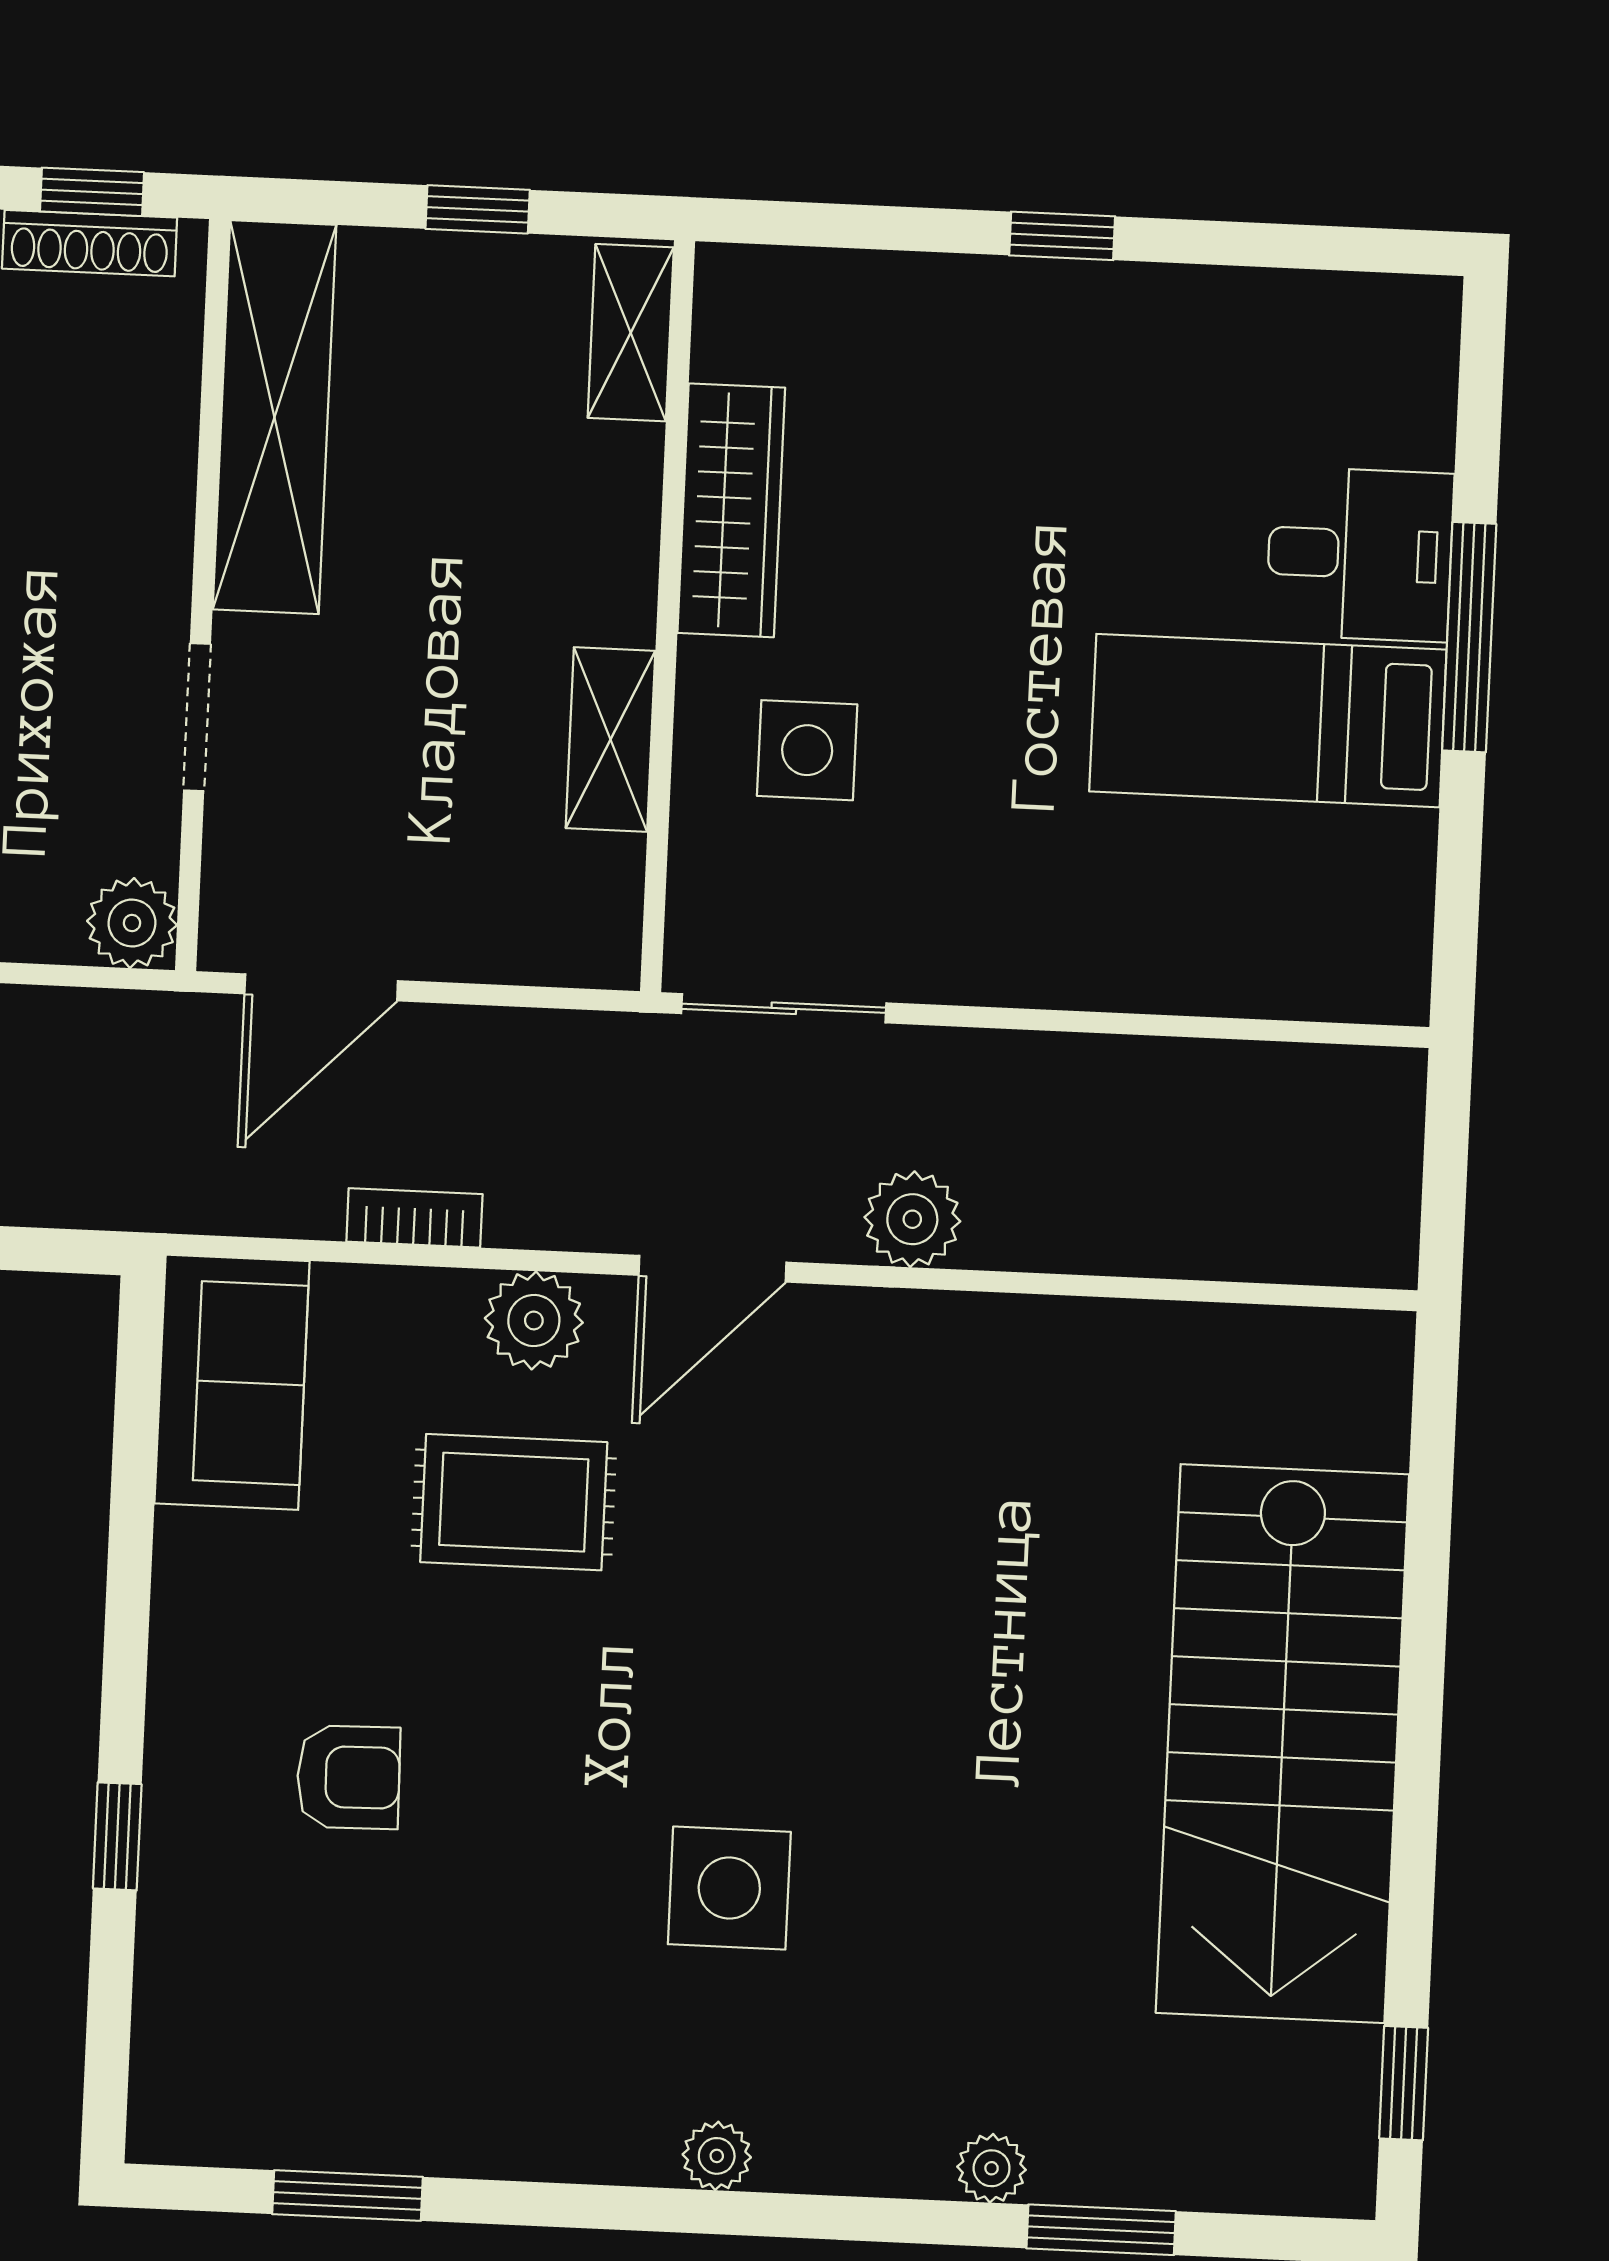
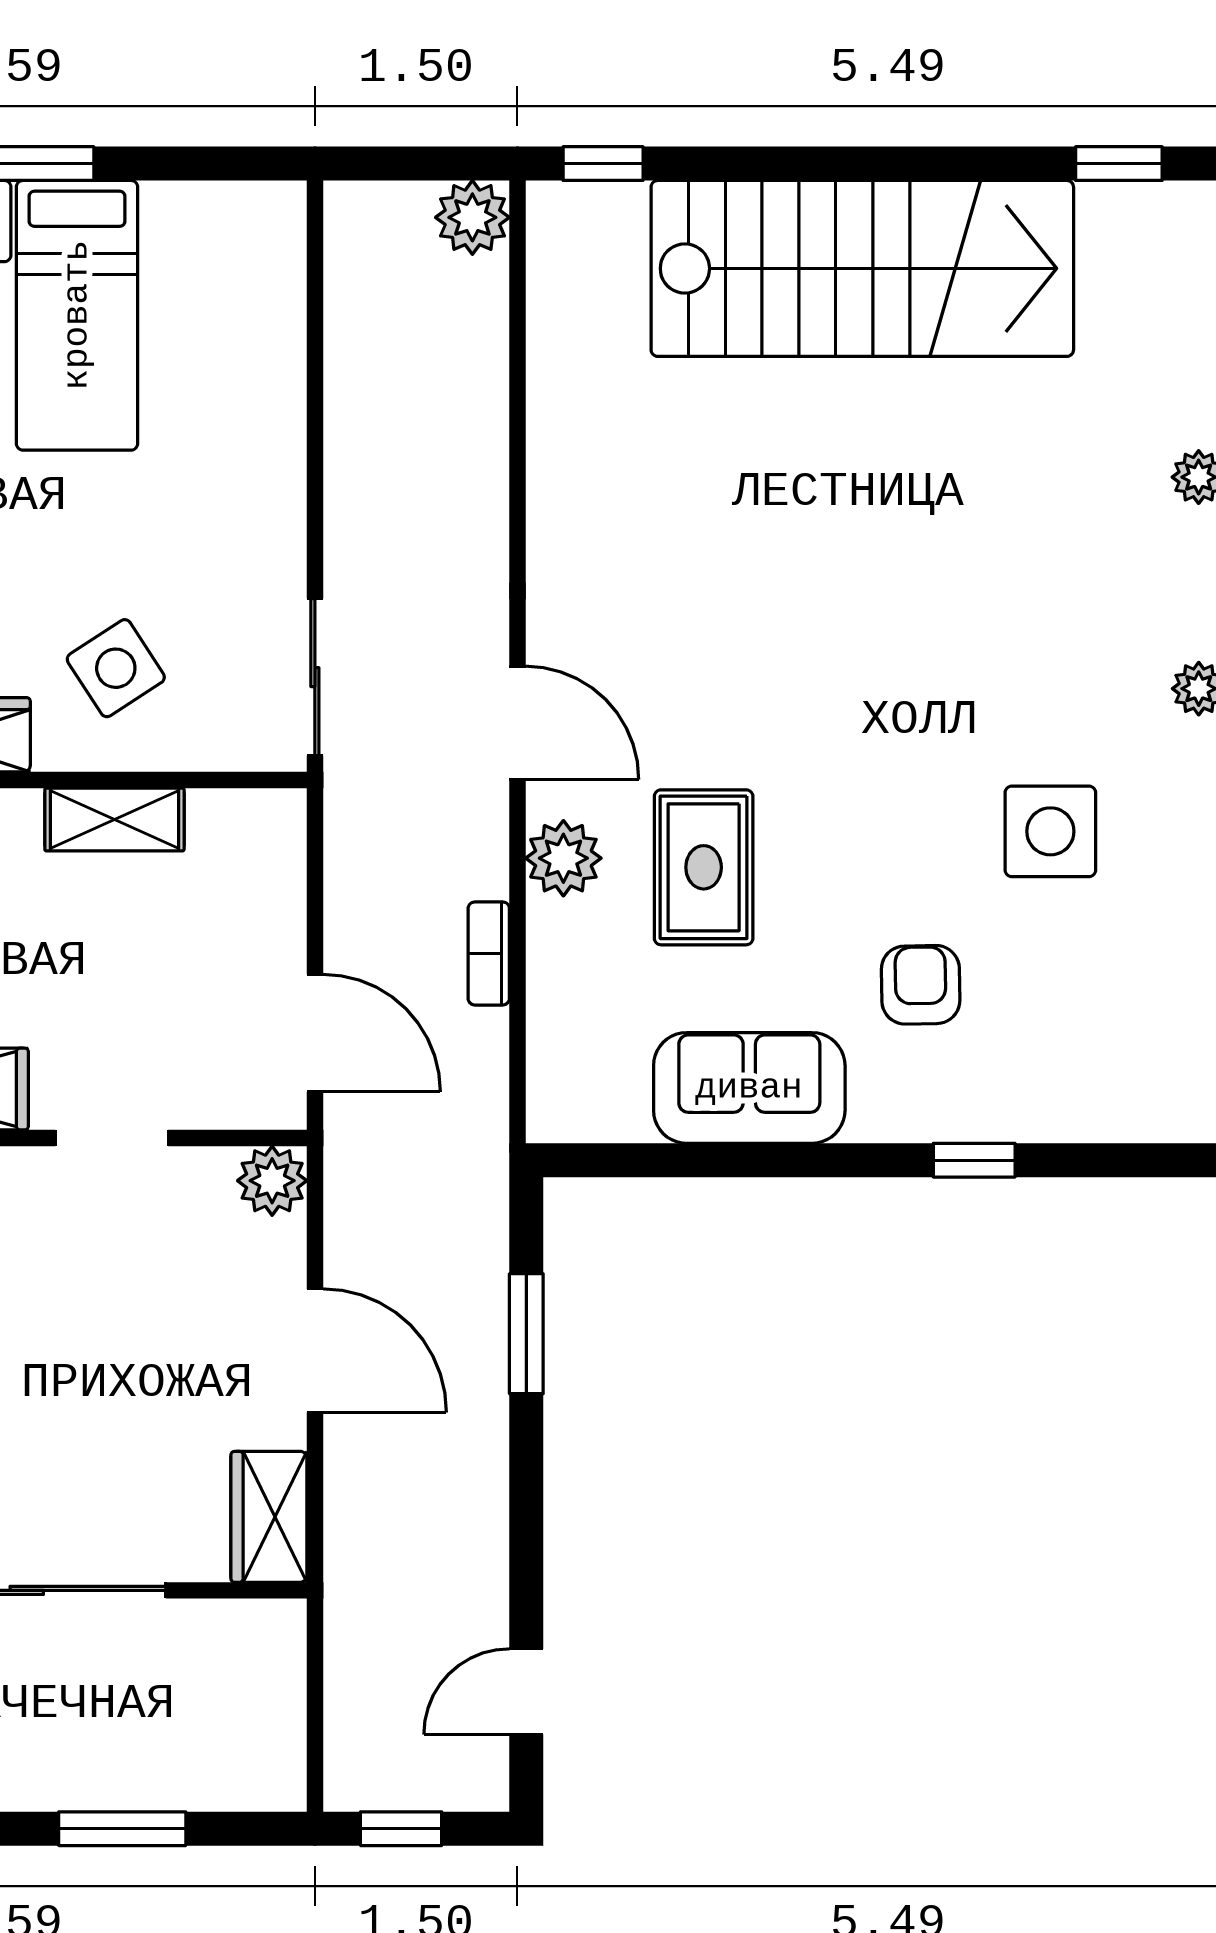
side table: (807, 750) -> (116, 668), turned -33
plant: (912, 1219) -> (472, 217), moved
sofa: (232, 1382) -> (749, 1088), moved
window: (1434, 1413) -> (603, 164), added
side table: (729, 1888) -> (1050, 831), moved

